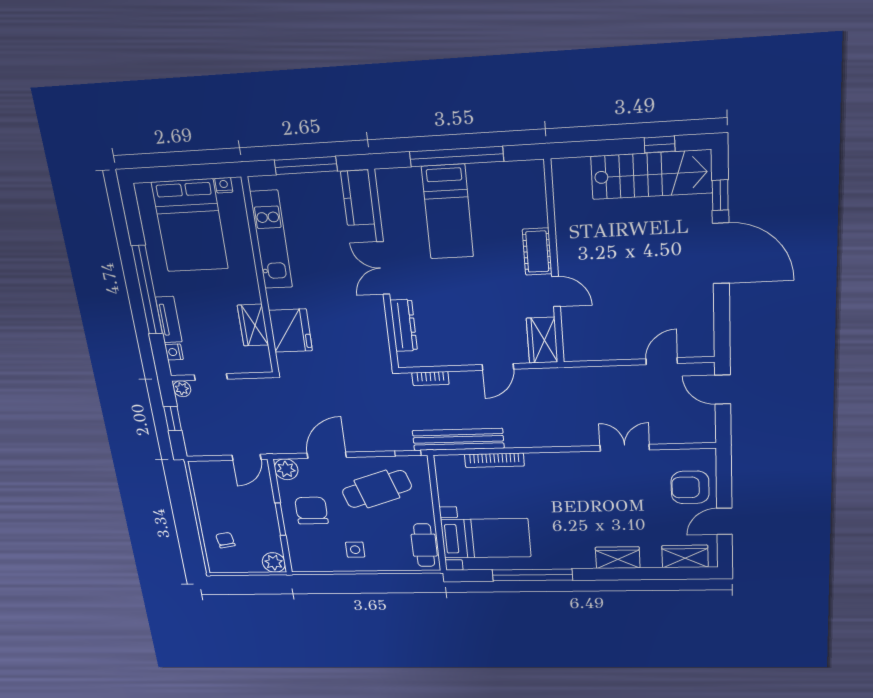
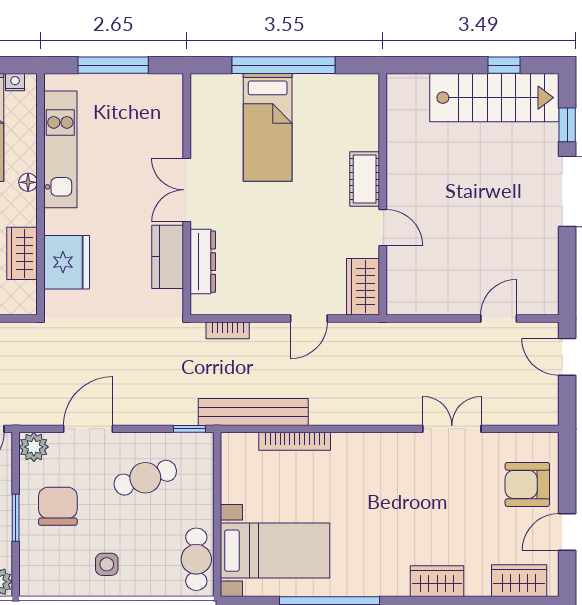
kitchen counter: (358, 198) -> (168, 257), moved
floor lamp: (249, 268) -> (28, 182), added
cafe table: (377, 489) -> (145, 478), width x0.73, depth x0.74

